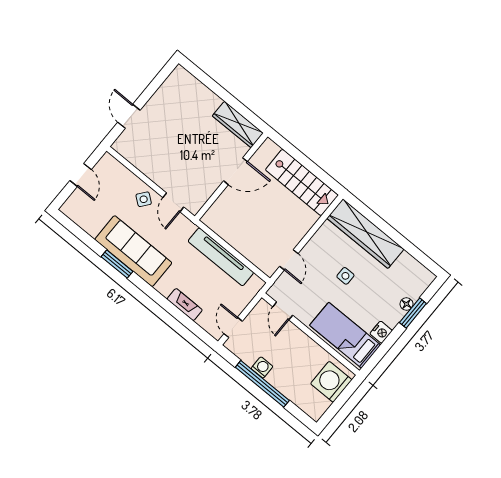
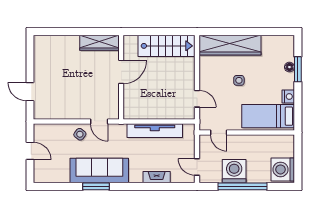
washing machine: (262, 367) -> (234, 171), width x1.89, depth x1.89
washing machine: (331, 382) -> (283, 169), moved

